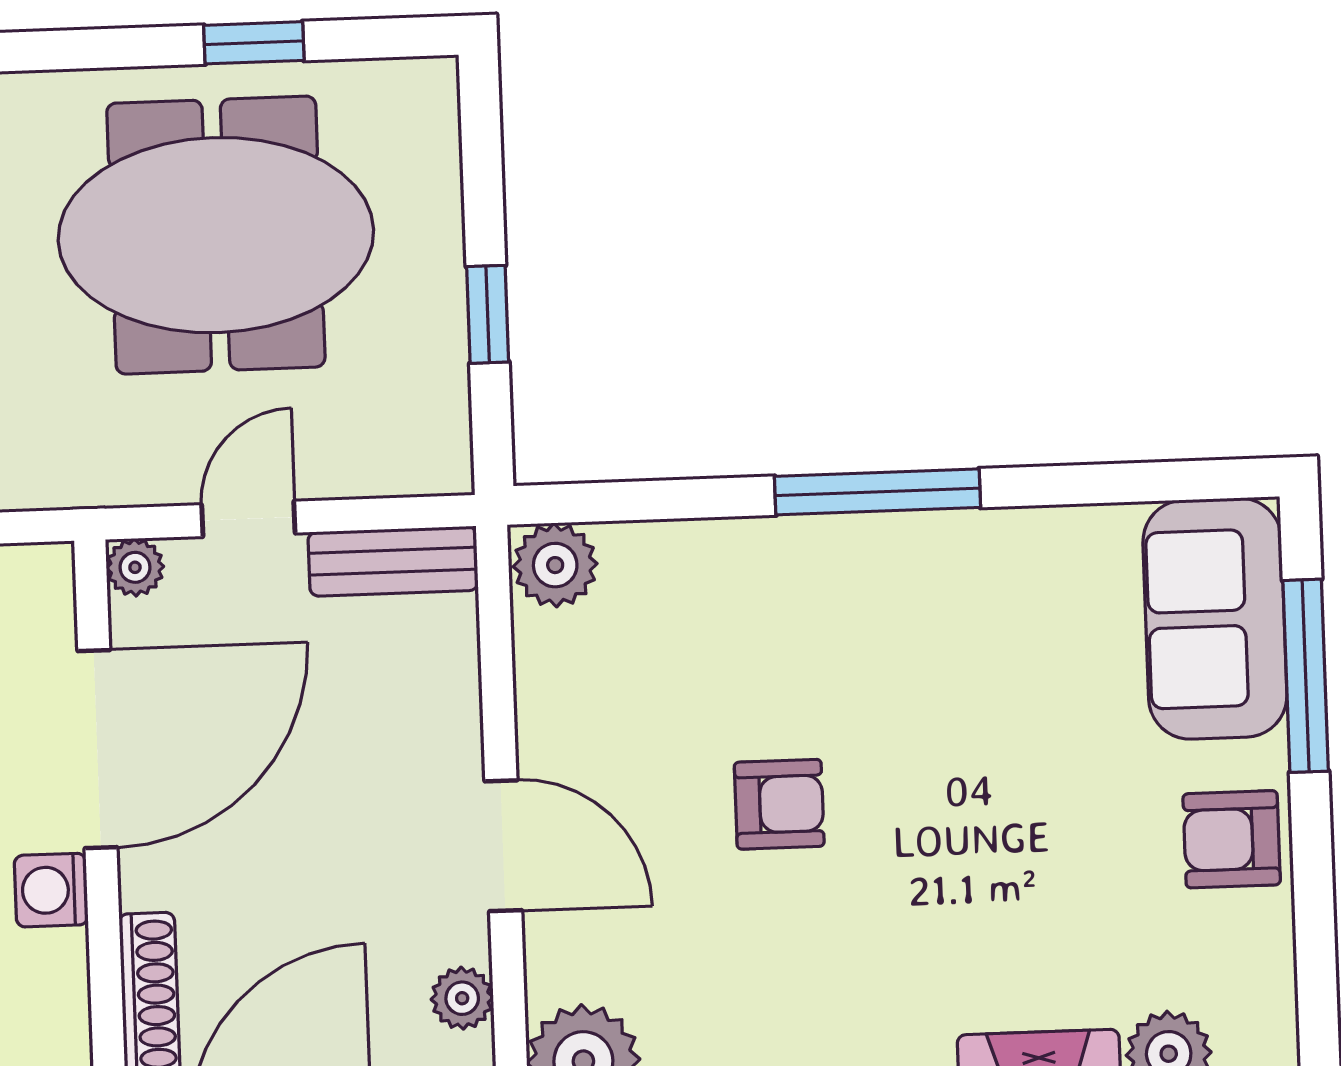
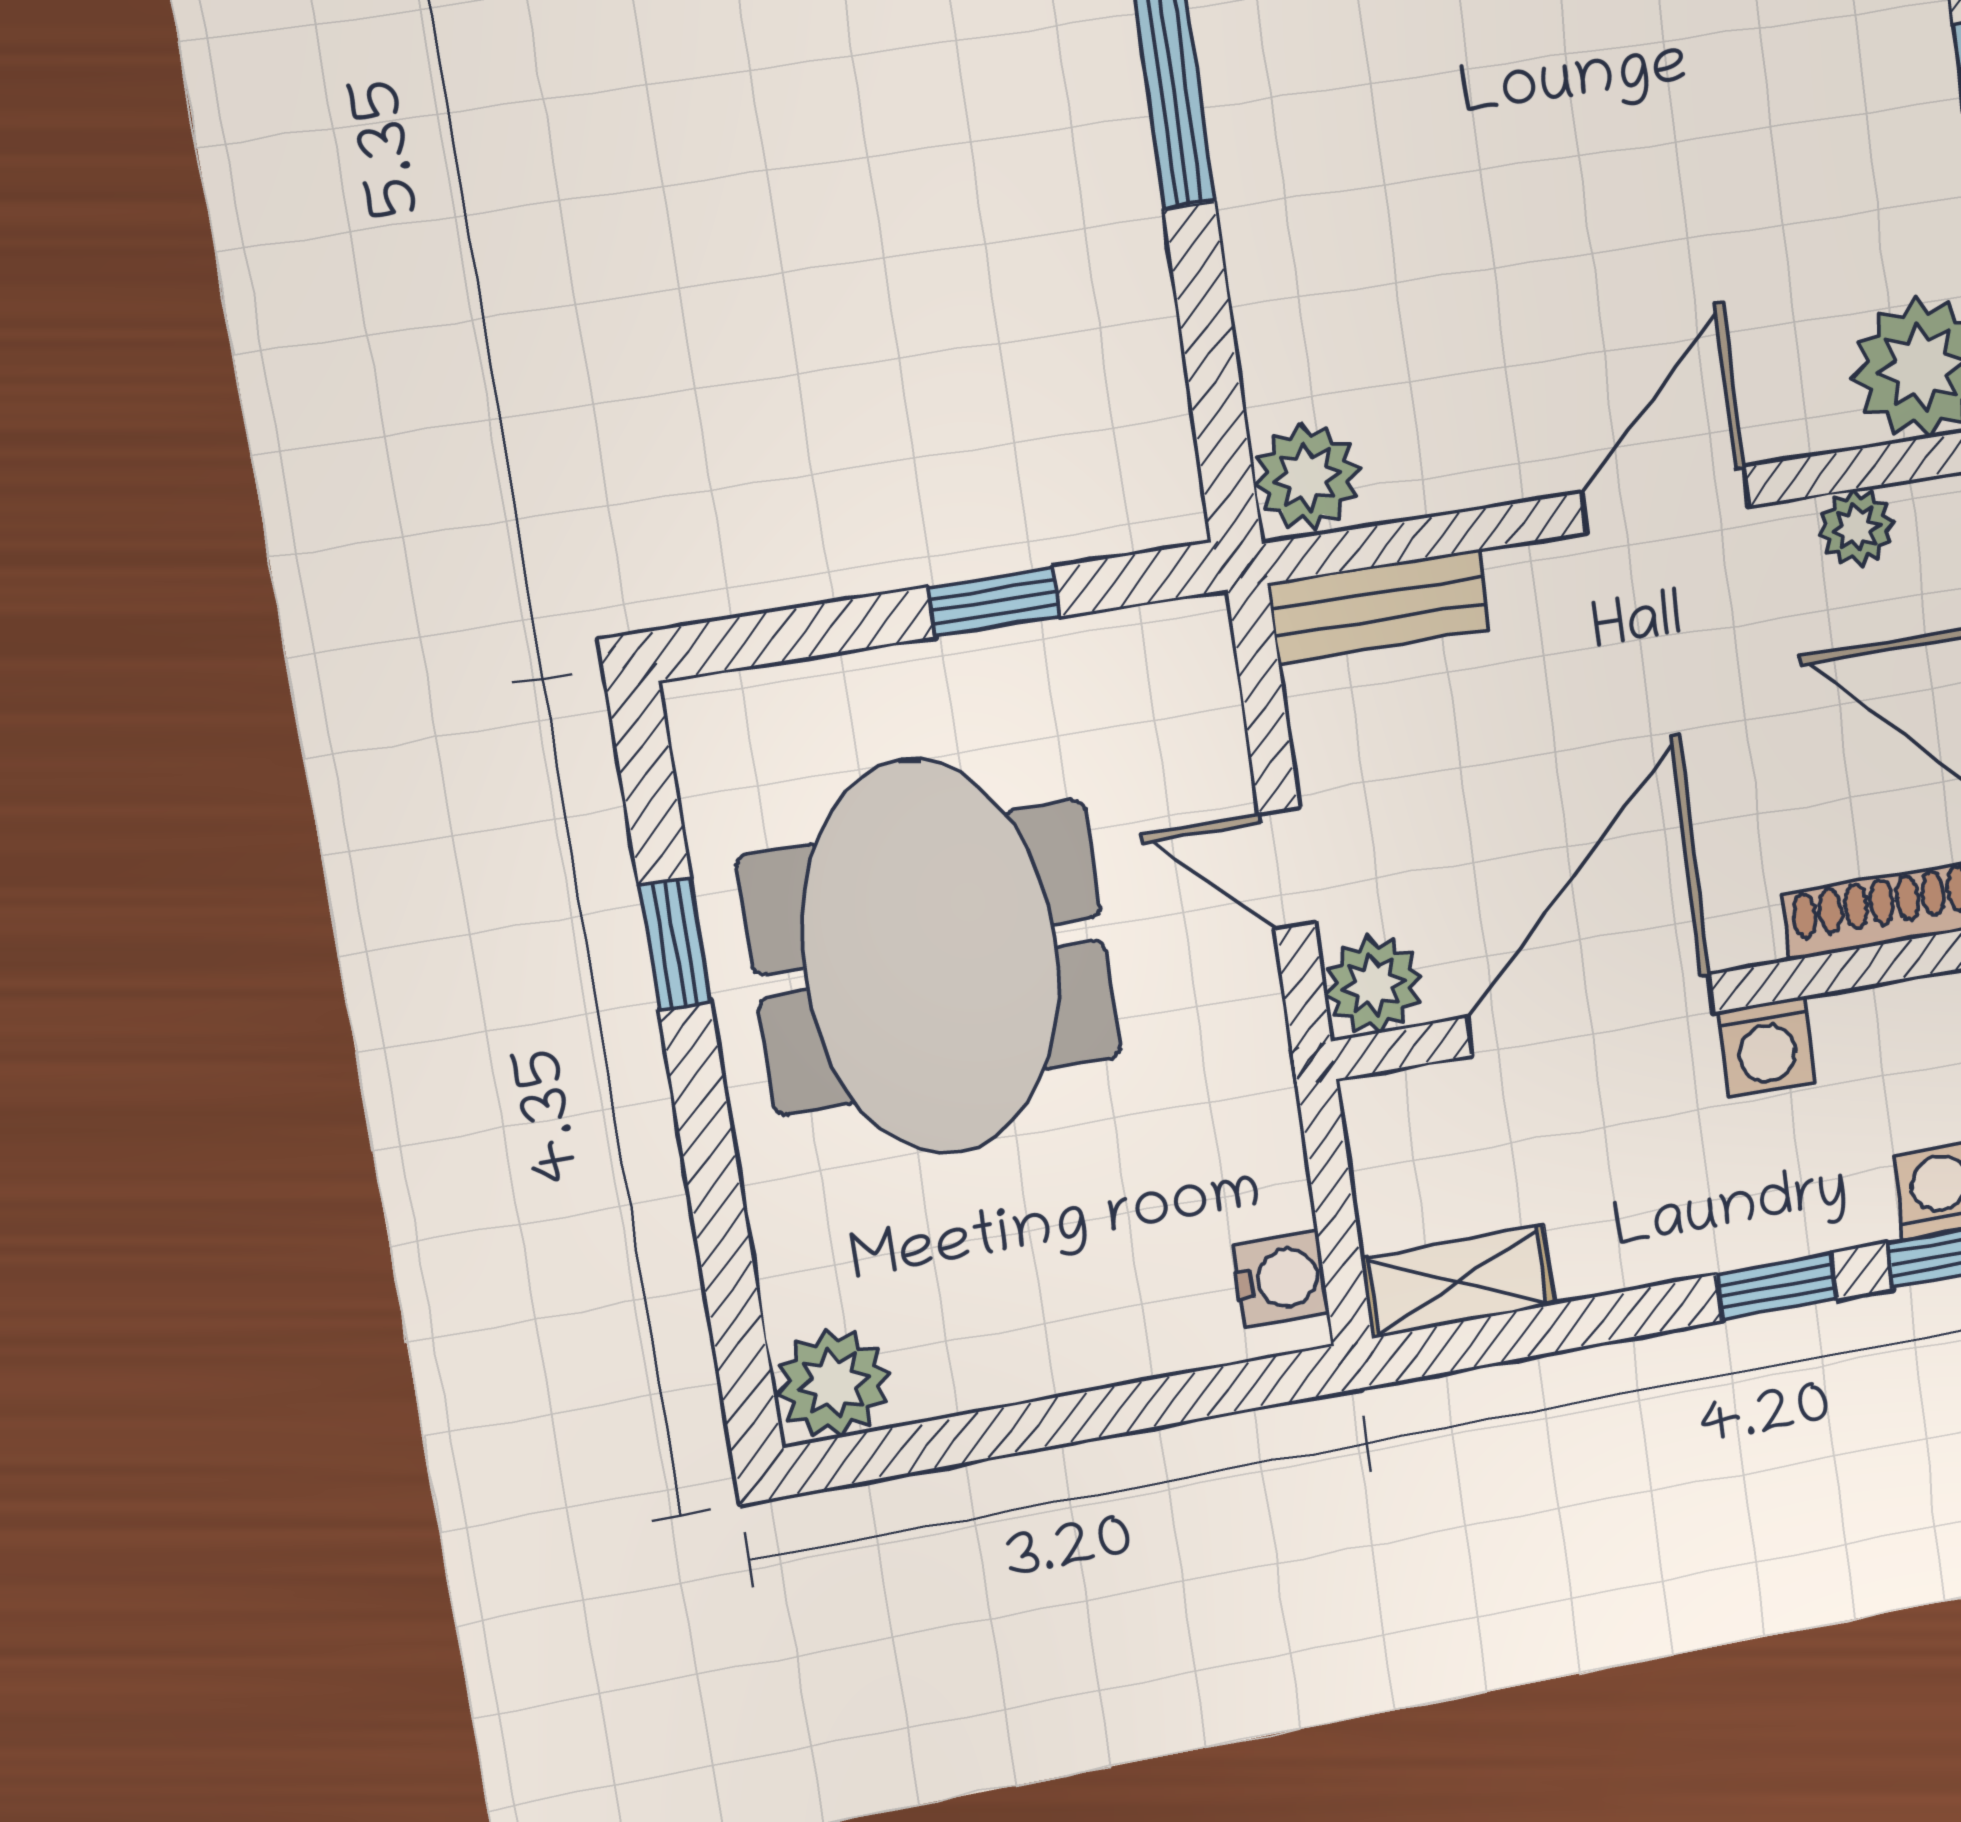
bench: (393, 561) -> (1379, 606), moved, turned 90
plant: (135, 567) -> (1373, 985), width x1.38, depth x1.38
door: (97, 749) -> (1591, 1015), hinge flipped
armchair: (779, 804) -> (1583, 156), removed

